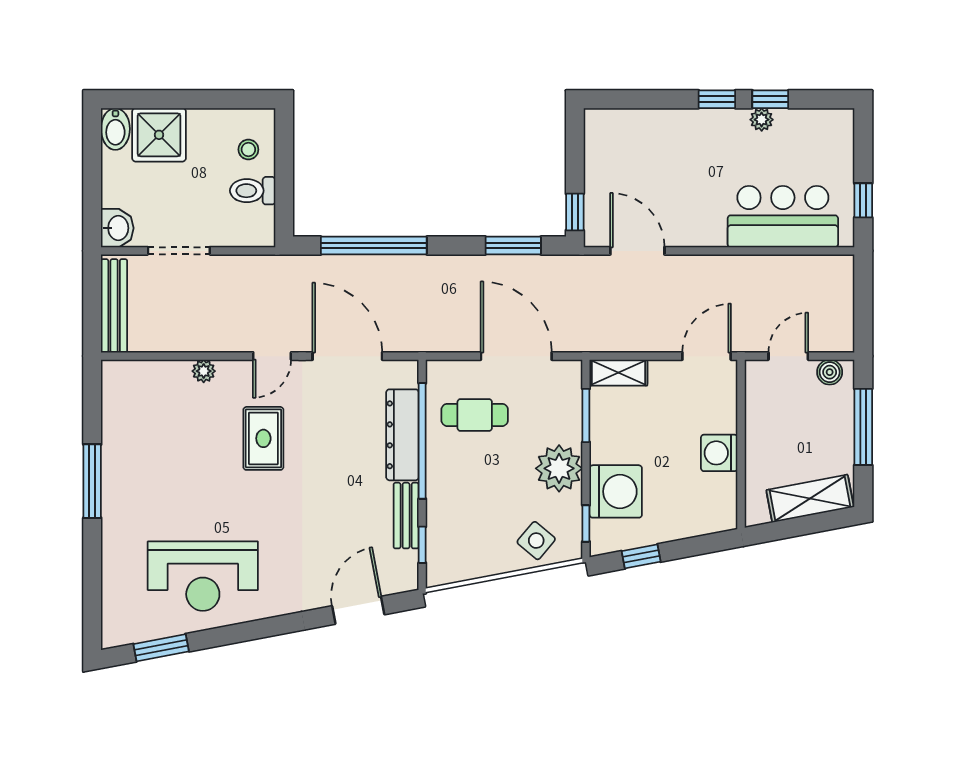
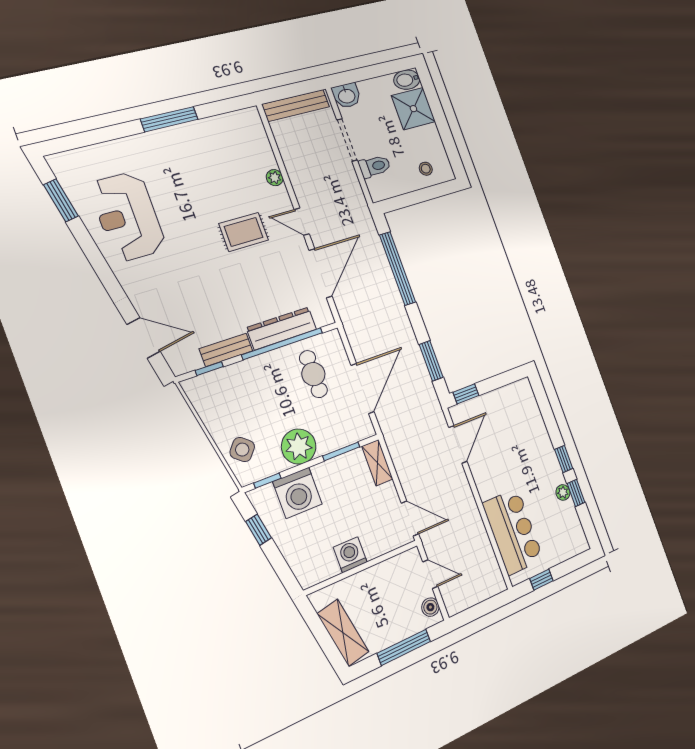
toilet: (253, 191) -> (375, 166), moved, turned 90

